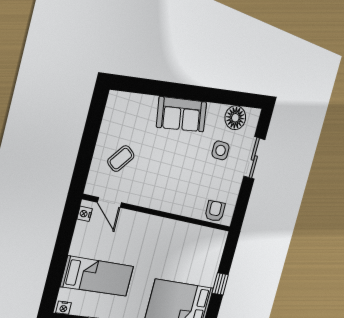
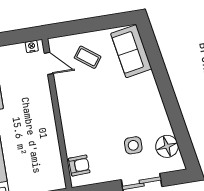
sofa: (182, 114) -> (131, 51), moved
door: (110, 202) -> (49, 63), swing flipped

